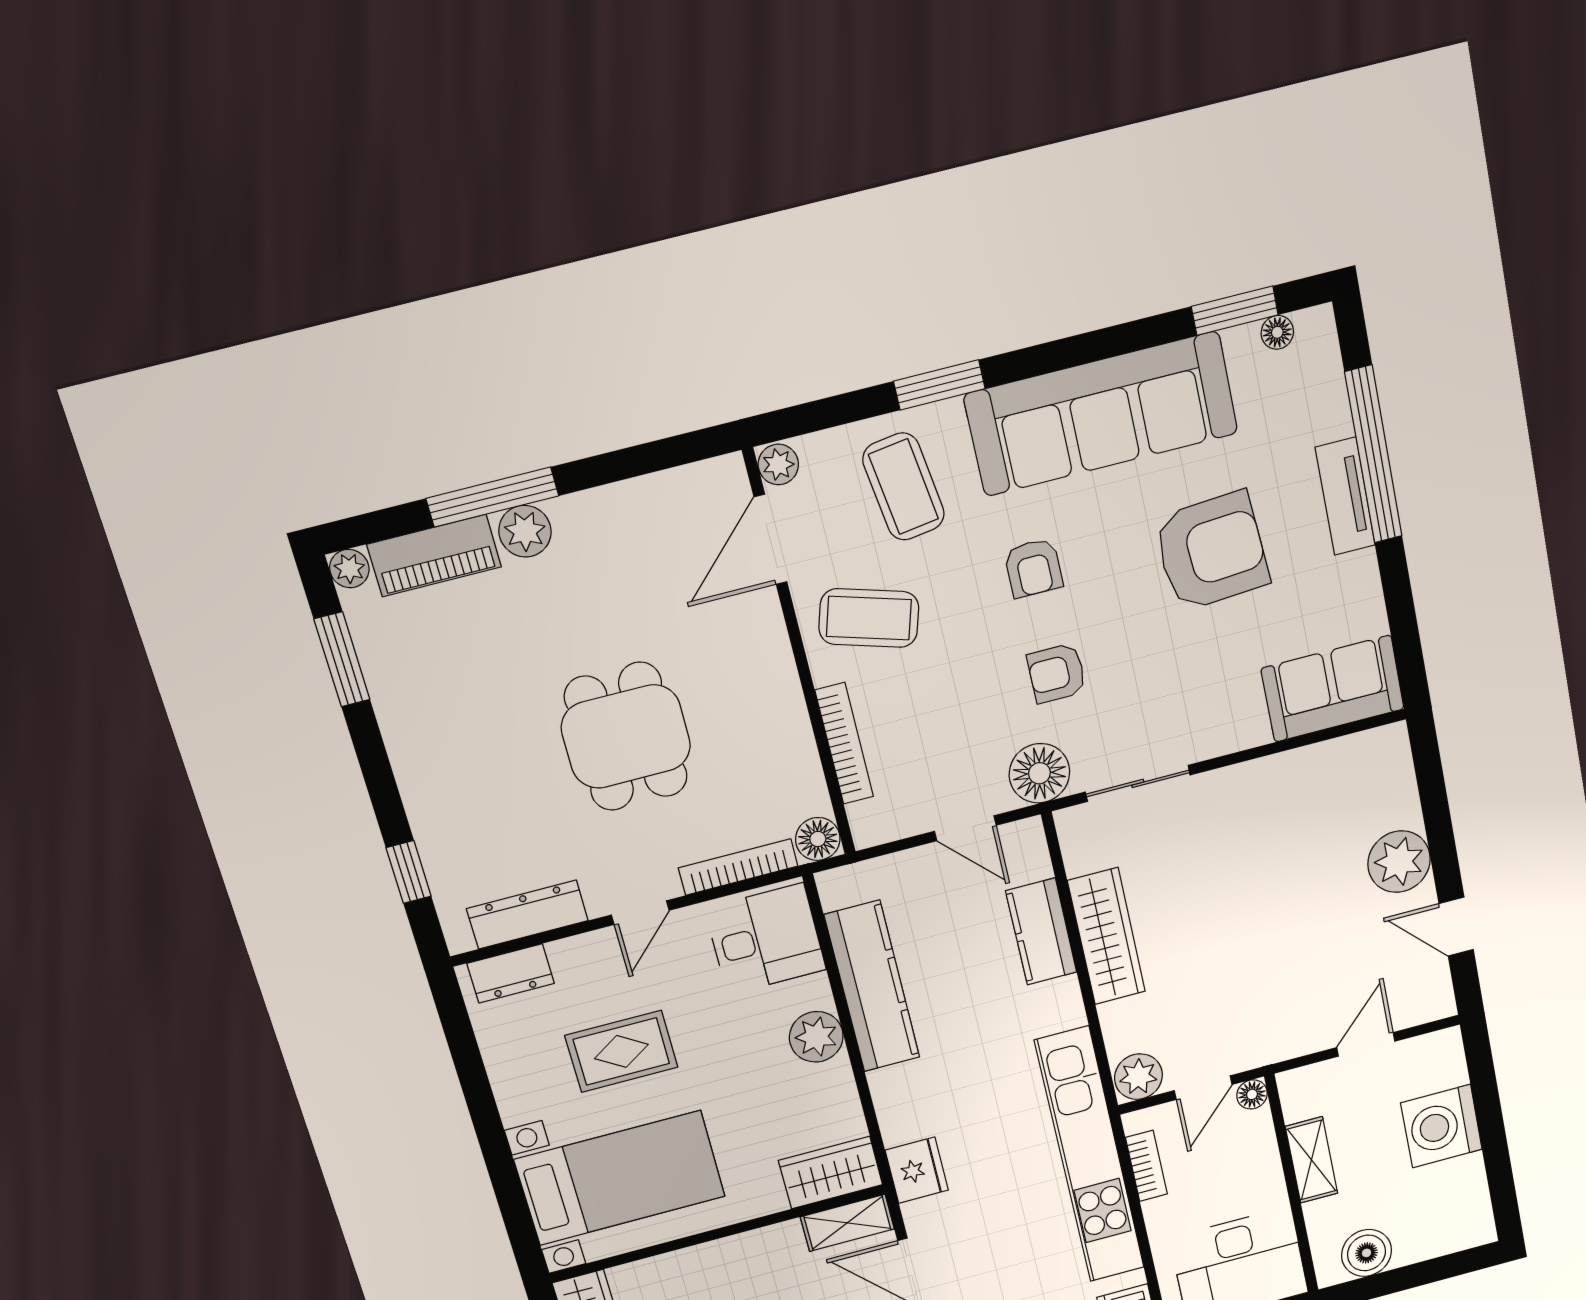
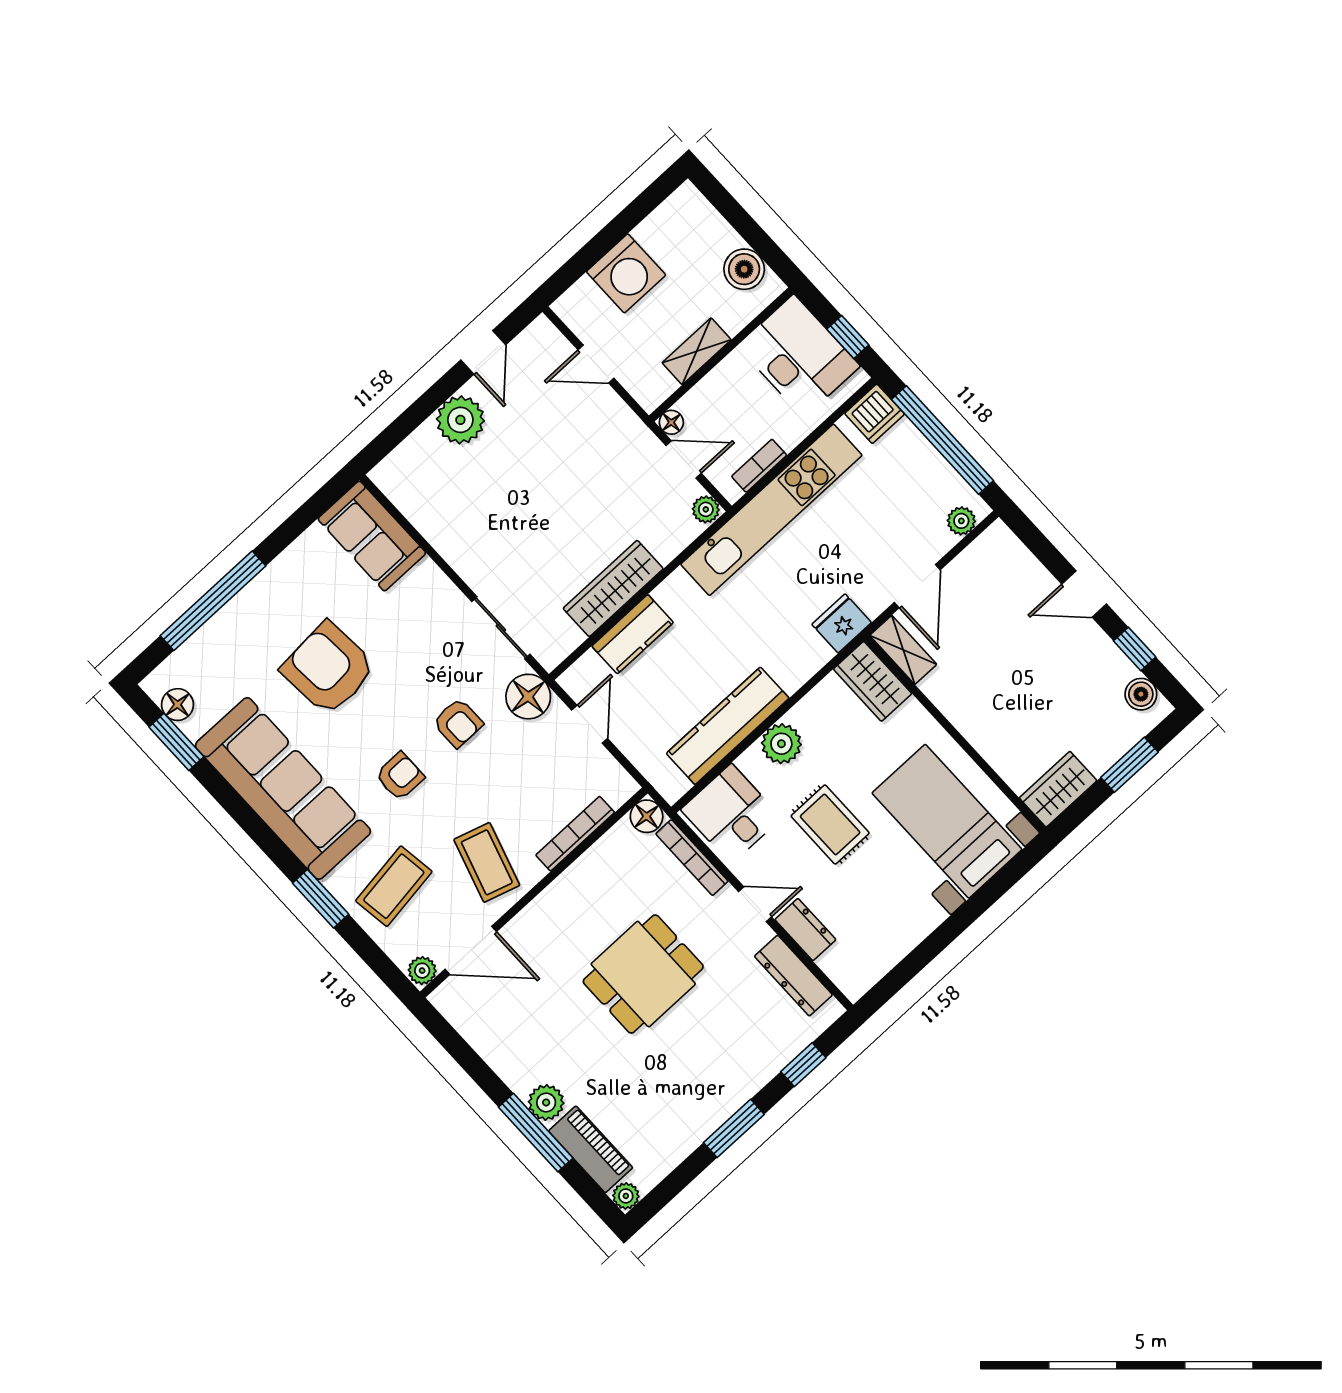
floor lamp: (1277, 332) -> (178, 705), width x1.37, depth x1.37
tv unit: (1345, 496) -> (248, 603), removed
window: (342, 659) -> (734, 1128), moved
dresser: (511, 973) -> (805, 930), moved
rug: (621, 1051) -> (830, 824), moved
plant: (1138, 1077) -> (706, 509), width x0.73, depth x0.73

